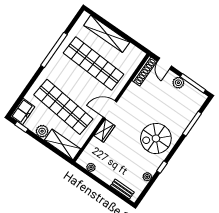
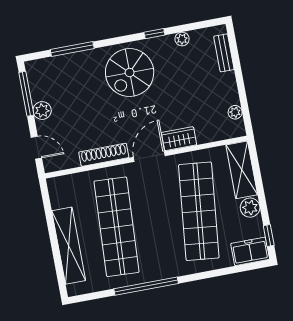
door: (165, 64) -> (36, 148), hinge flipped
shoe rack: (145, 71) -> (104, 155), moved
door: (110, 110) -> (149, 157), swing flipped
spiral stairs: (156, 138) -> (130, 73), turned 90

